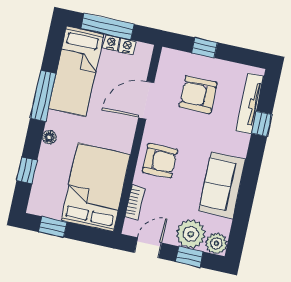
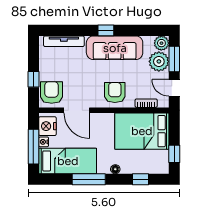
nightstand: (127, 46) -> (47, 126), width x1.89, depth x1.79
armchair: (198, 95) -> (52, 93), moved, turned 180
window: (262, 124) -> (106, 30), moved
sofa: (222, 185) -> (115, 48), width x1.36
window: (189, 257) -> (174, 59), width x1.50

